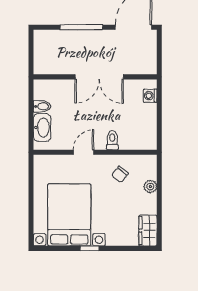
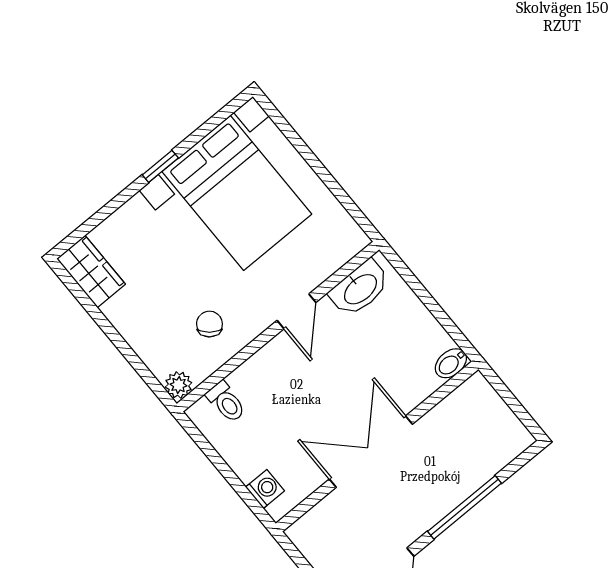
bidet: (42, 106) -> (451, 363), moved
washbasin: (42, 127) -> (360, 288), moved, turned -90
toilet: (112, 140) -> (226, 402), moved
plant: (150, 187) -> (179, 385), moved

